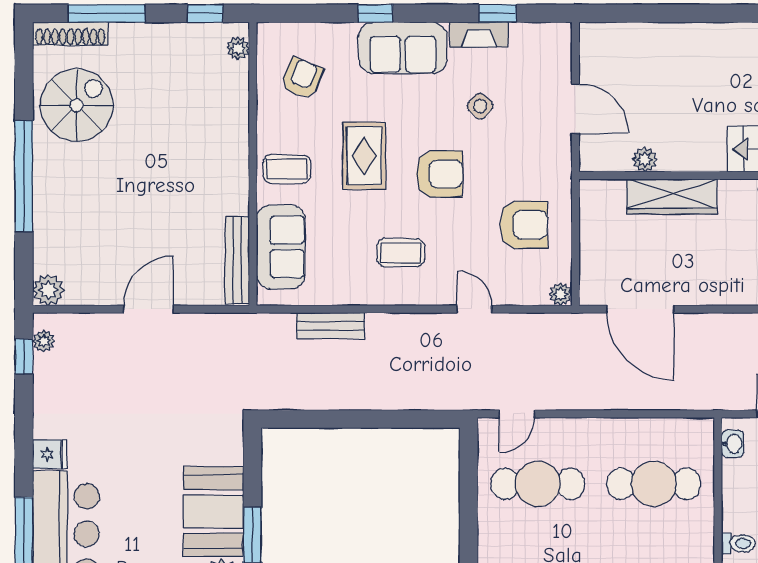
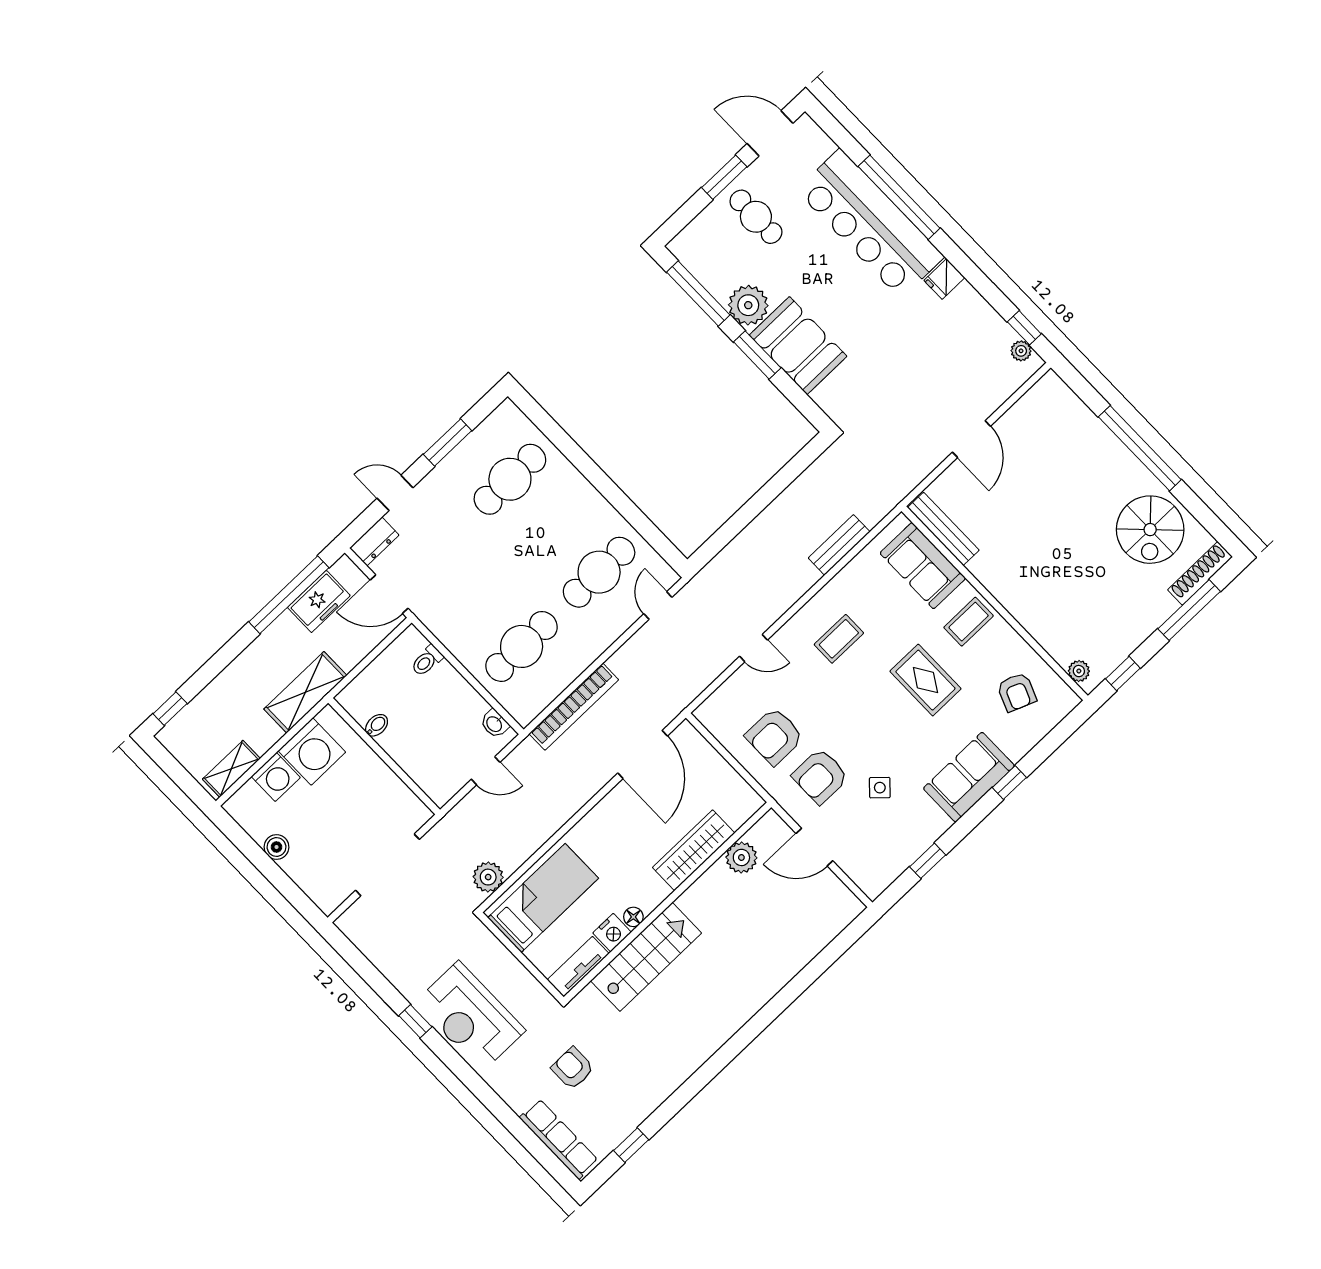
fireplace: (479, 35) -> (926, 835), removed
plant: (645, 160) -> (741, 857), width x1.38, depth x1.38
armchair: (440, 174) -> (820, 776), moved
plant: (48, 290) -> (1051, 388), removed
plant: (561, 294) -> (705, 713), removed
door: (640, 309) -> (643, 754), swing flipped
bookcase: (658, 398) -> (574, 707), added

